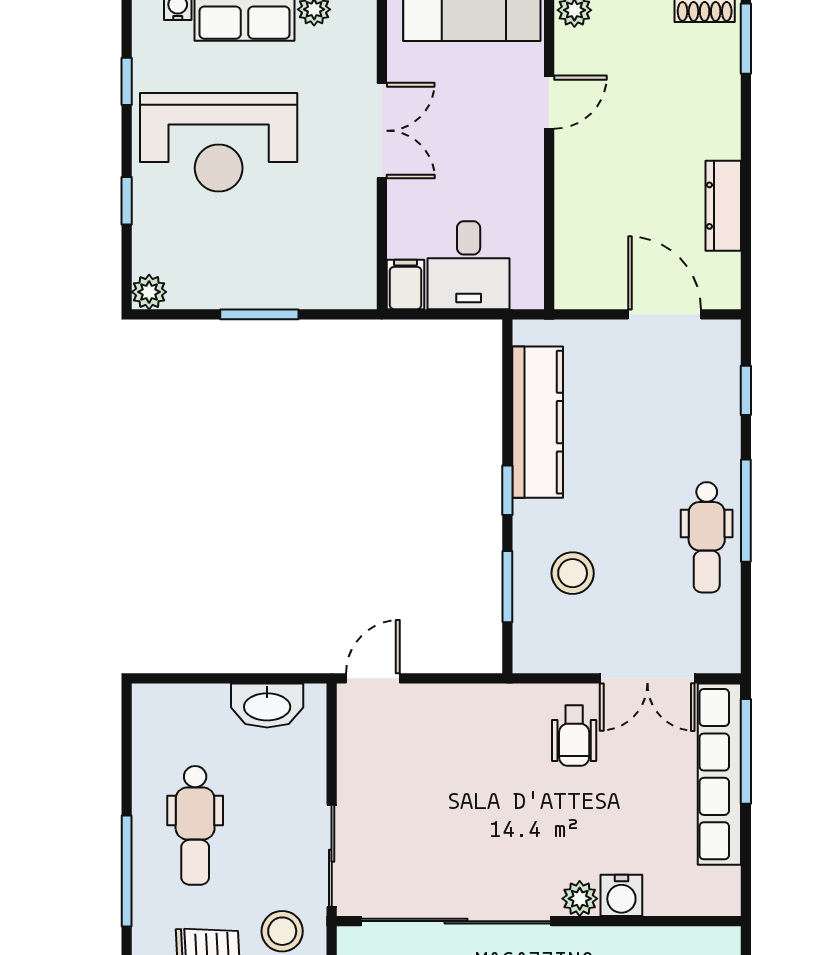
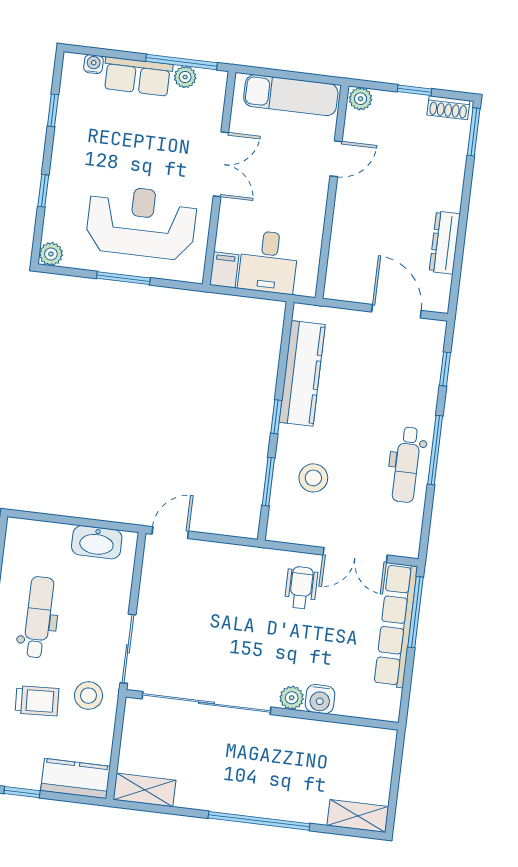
reception desk: (219, 142) -> (141, 222), moved, turned 180
wheelchair: (574, 736) -> (301, 588), turned 180
dental chair: (195, 825) -> (38, 617), turned 180

